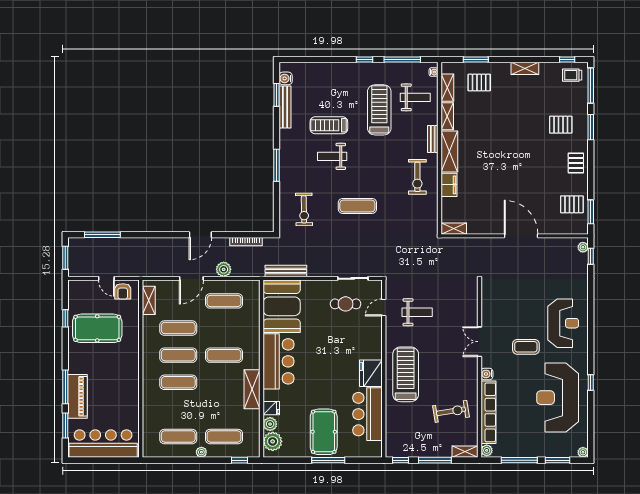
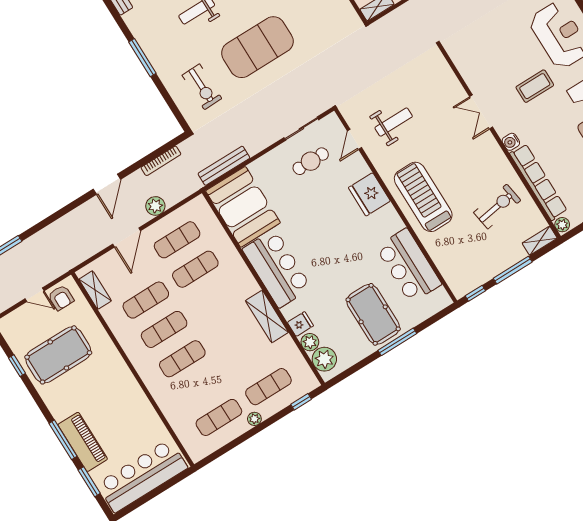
exercise mat: (357, 206) -> (257, 47), width x2.00, depth x1.45
exercise mat: (224, 355) -> (195, 269), moved
fridge: (371, 373) -> (369, 194), moved

